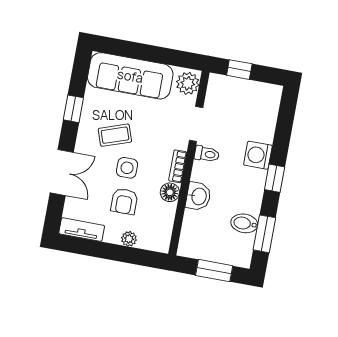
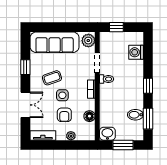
washing machine: (258, 155) -> (136, 52), moved
floor lamp: (170, 192) -> (89, 116), moved
washbasin: (198, 196) -> (107, 134), moved, turned -90

